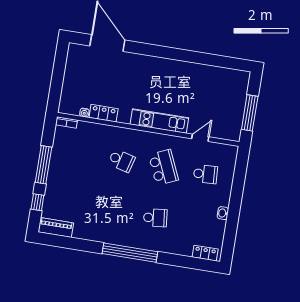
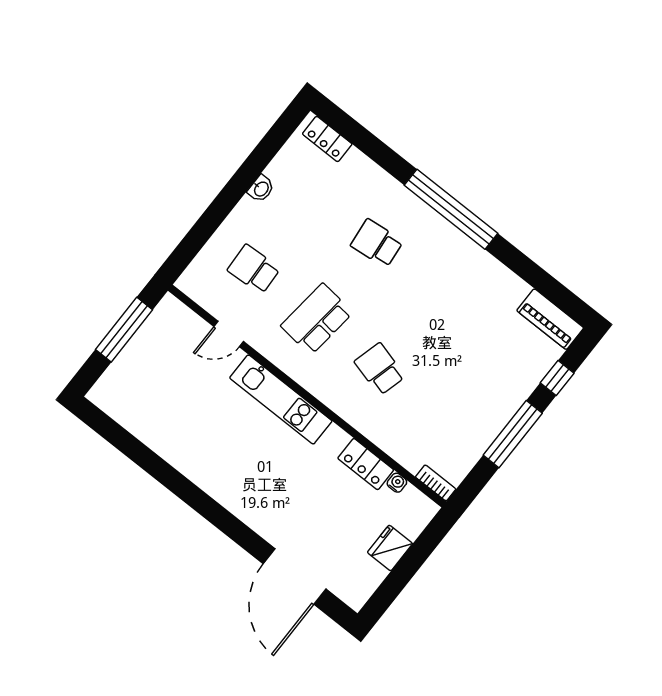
fridge: (71, 81) -> (390, 548), added
school desk: (163, 167) -> (317, 319), turned 30

